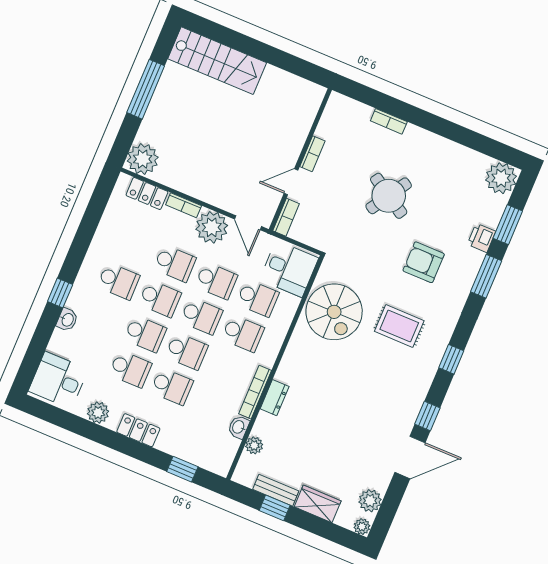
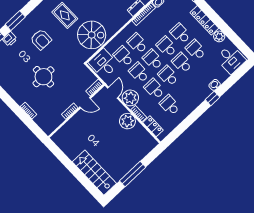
plant: (143, 159) -> (127, 121), moved
round table: (389, 196) -> (43, 77), turned -32
school desk: (118, 281) -> (170, 105), moved
spiral stairs: (334, 312) -> (92, 35), turned 90
locker: (138, 430) -> (204, 20), width x1.53

